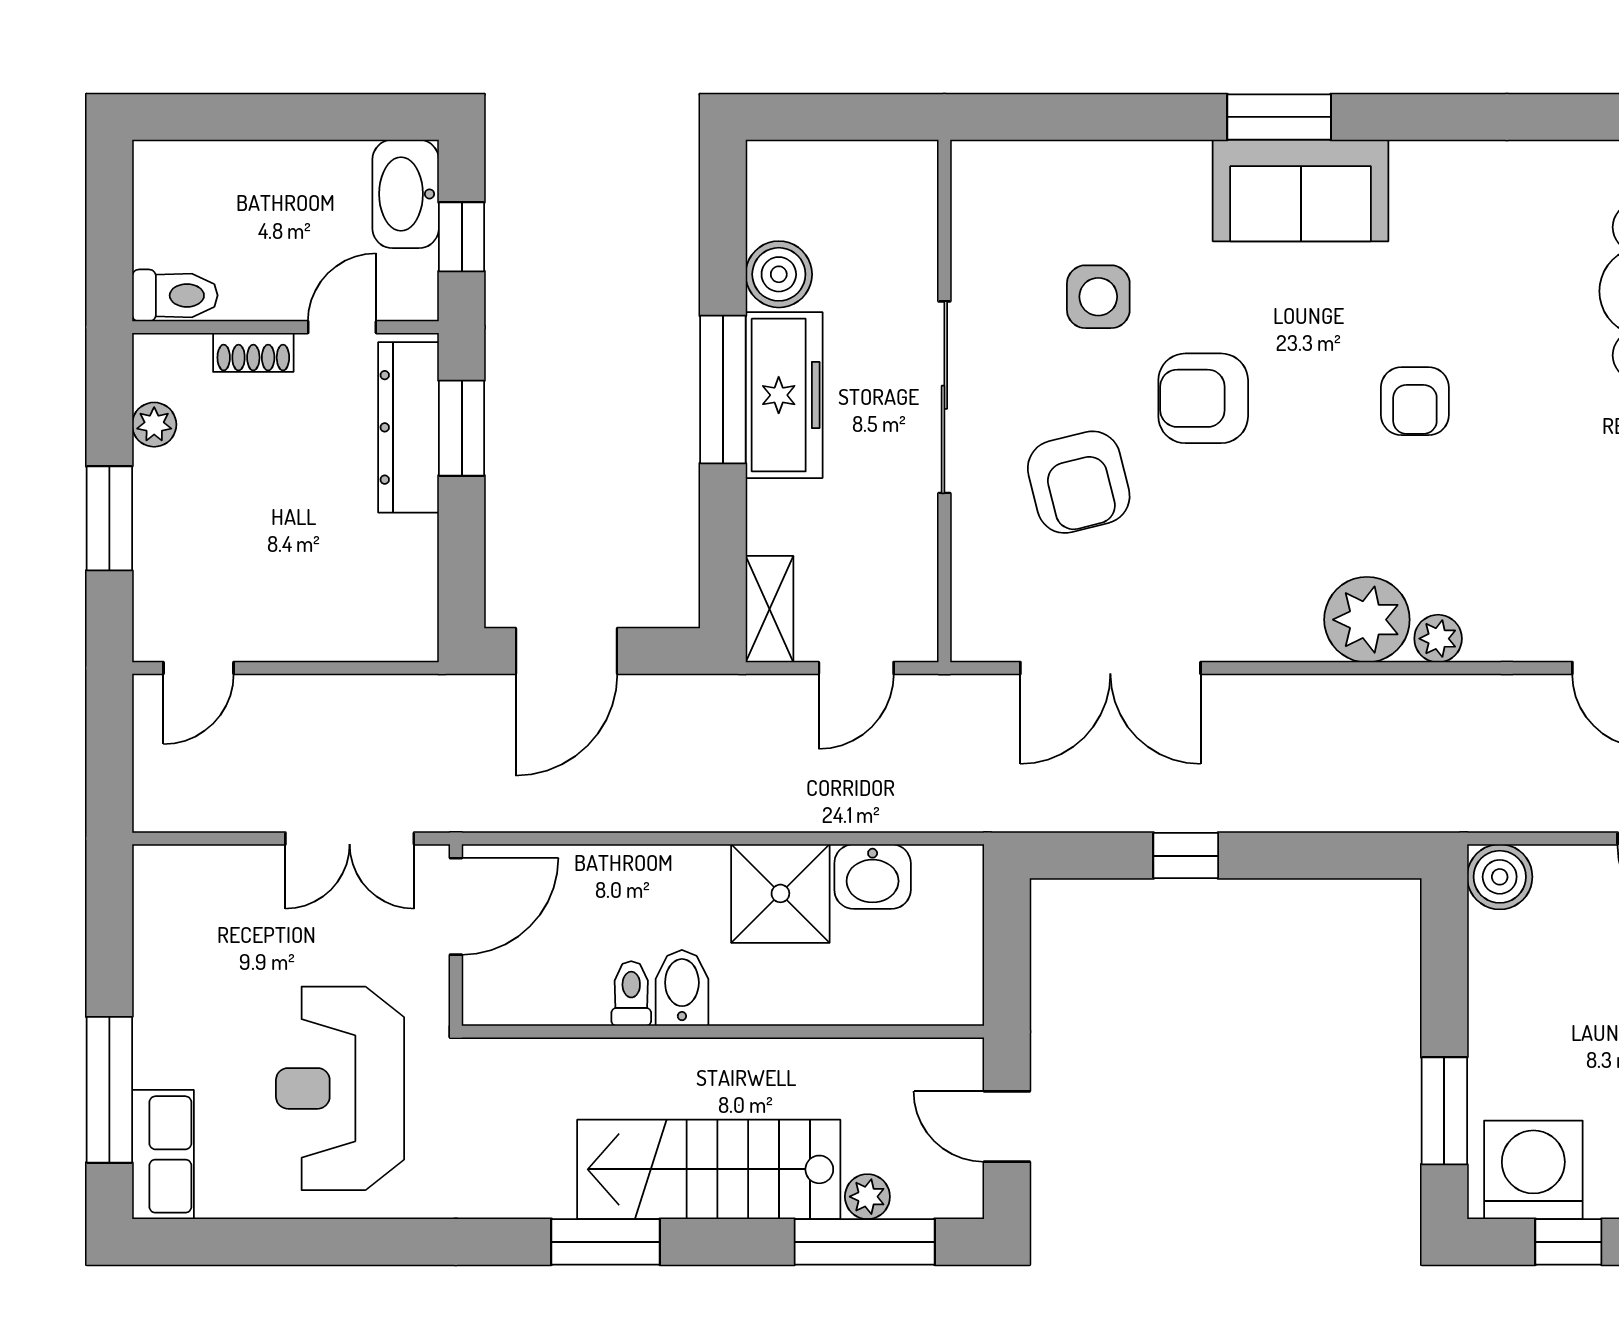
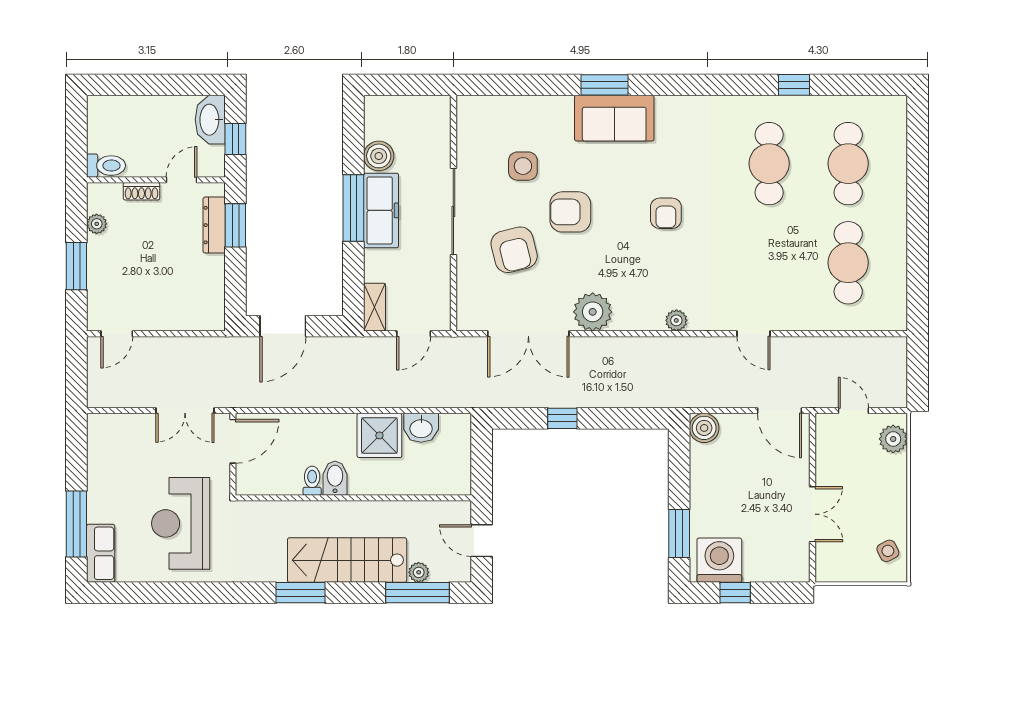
dresser: (408, 427) -> (214, 225), width x0.73, depth x0.80
plant: (1367, 620) -> (593, 312), moved

